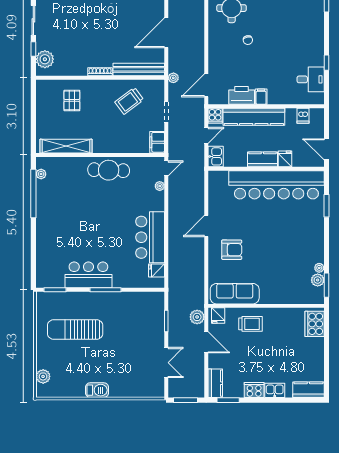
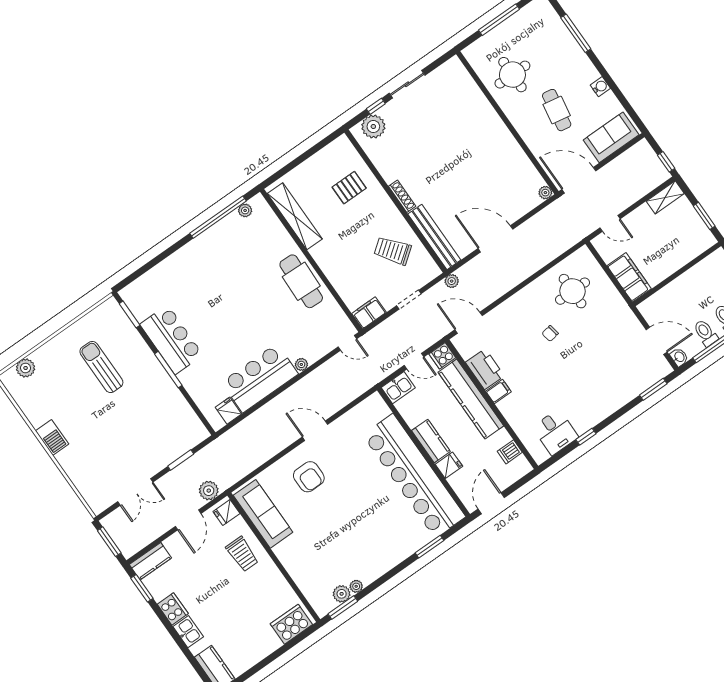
plant: (160, 186) -> (301, 364), moved
sun lounger: (75, 330) -> (101, 367), width x0.73, depth x0.75

